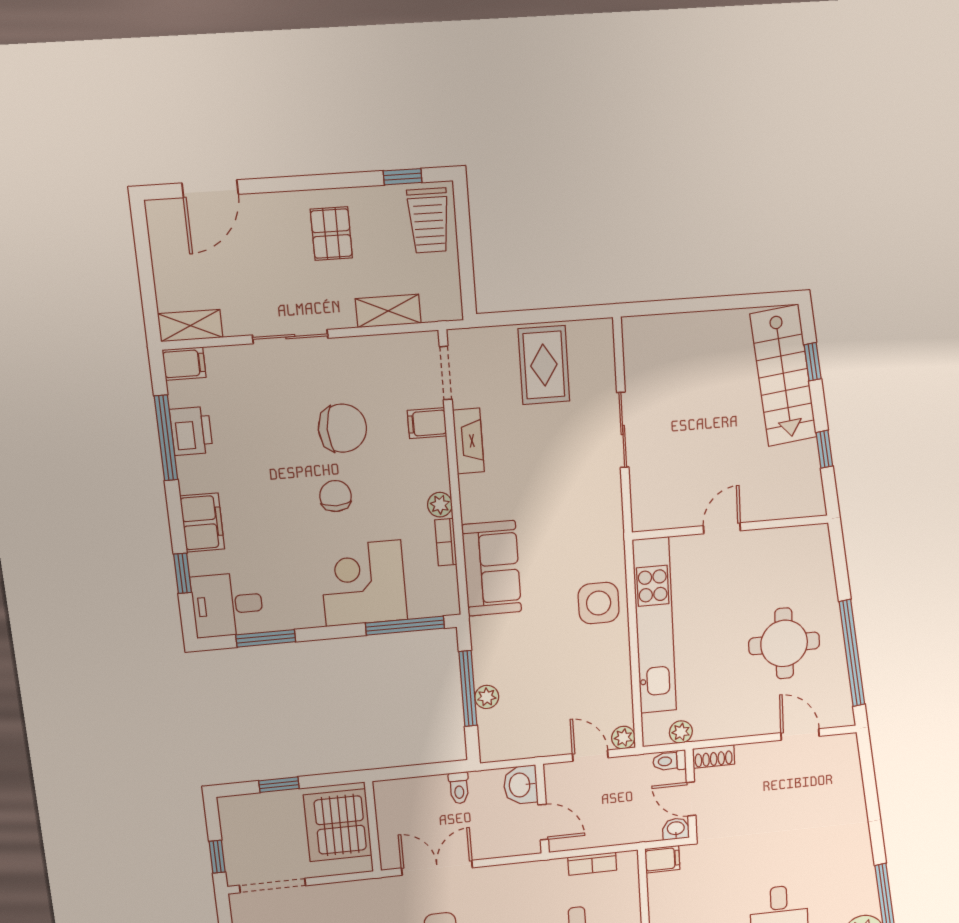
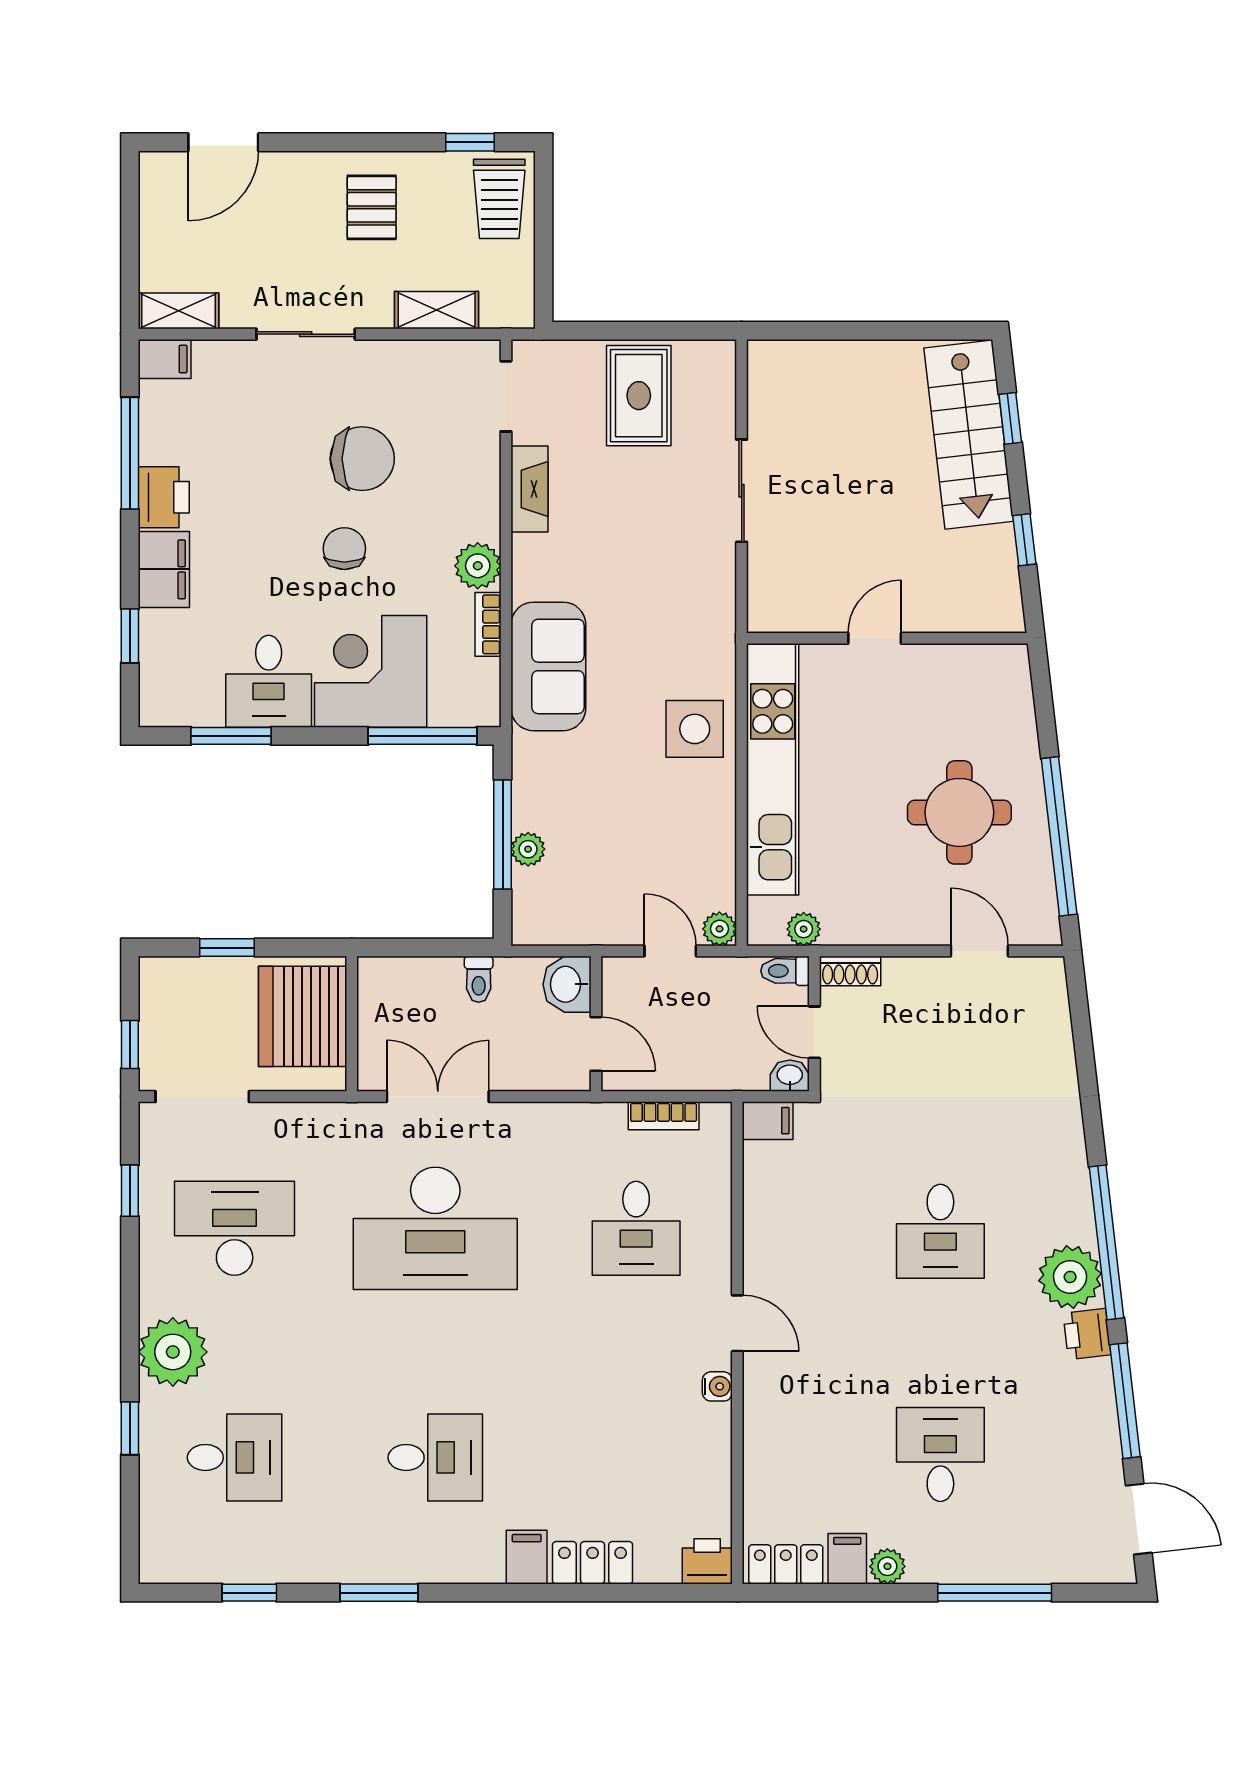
filing cabinet: (427, 423) -> (476, 461), removed
printer: (191, 431) -> (164, 497), moved
plant: (440, 505) -> (478, 566), width x1.38, depth x1.38
desk: (227, 605) -> (269, 681), moved, turned -90

